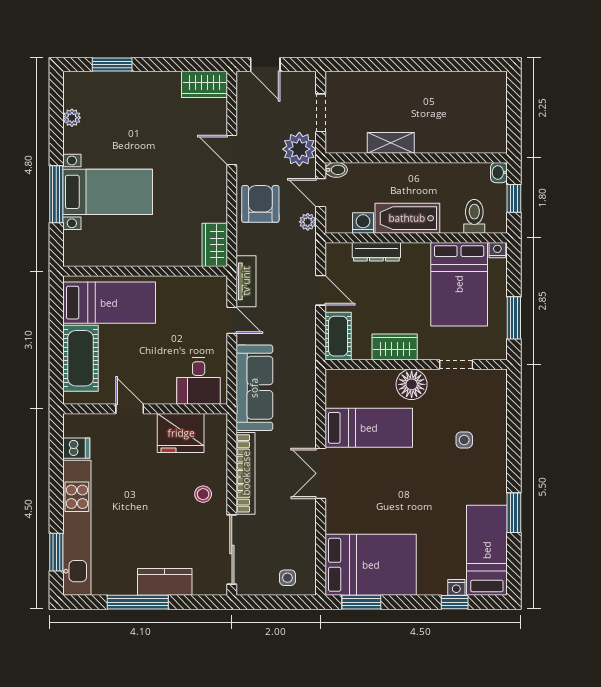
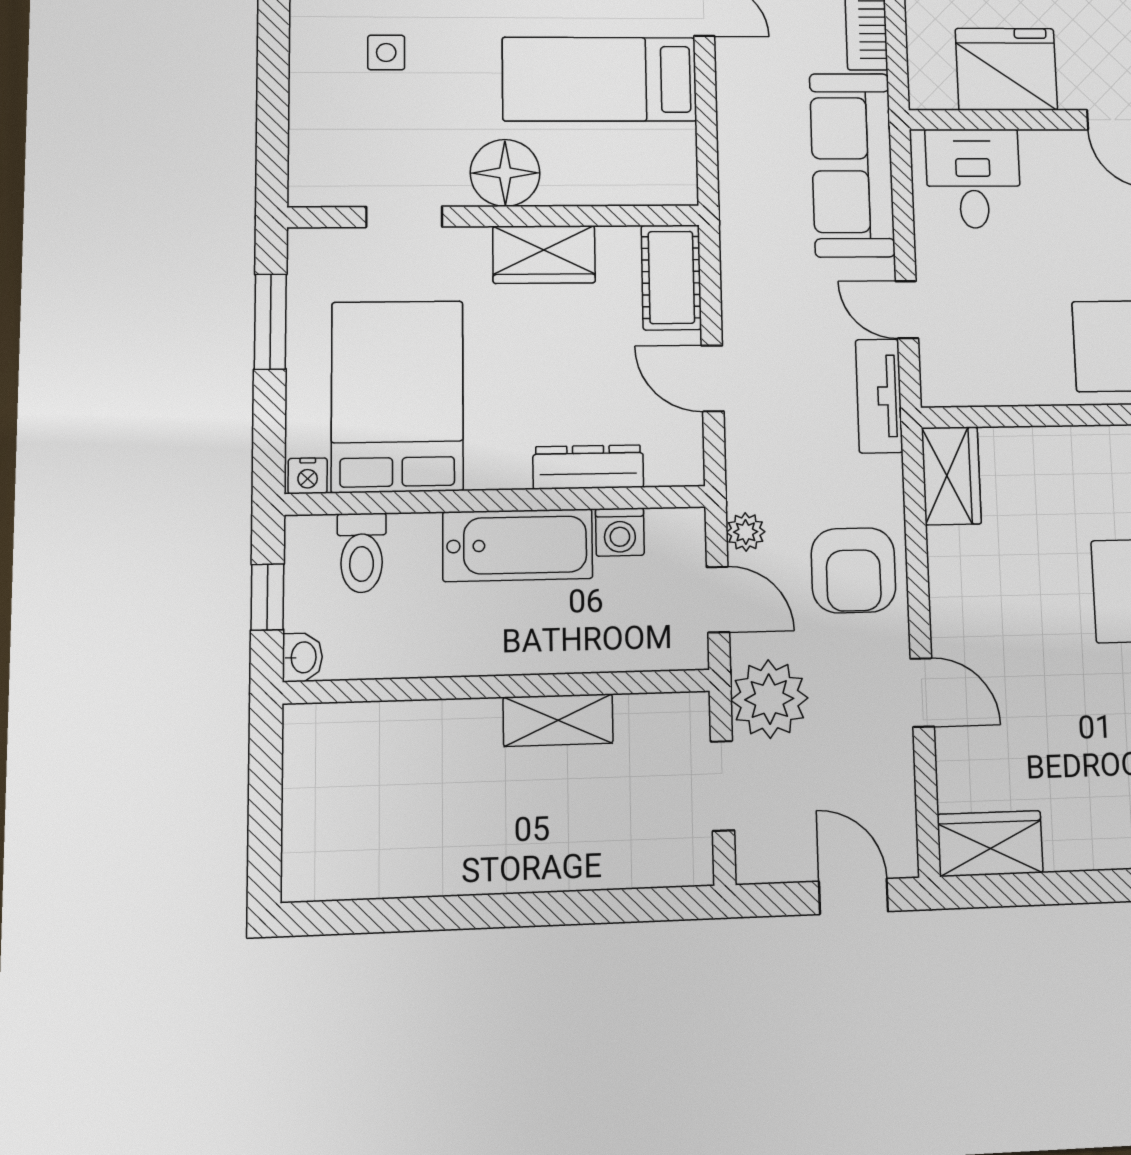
bidet: (336, 170) -> (684, 653), removed

